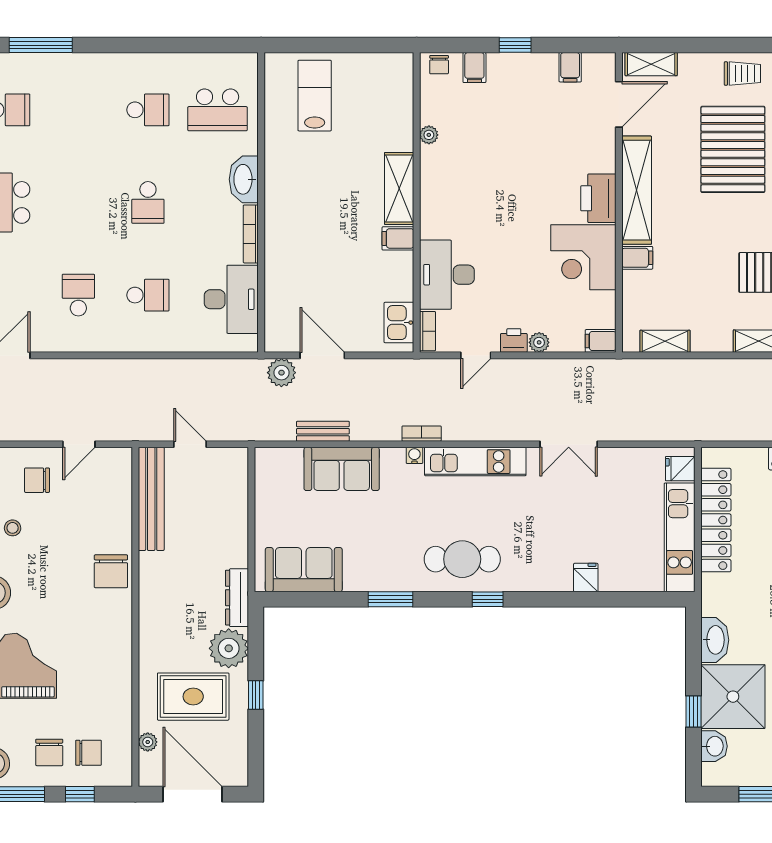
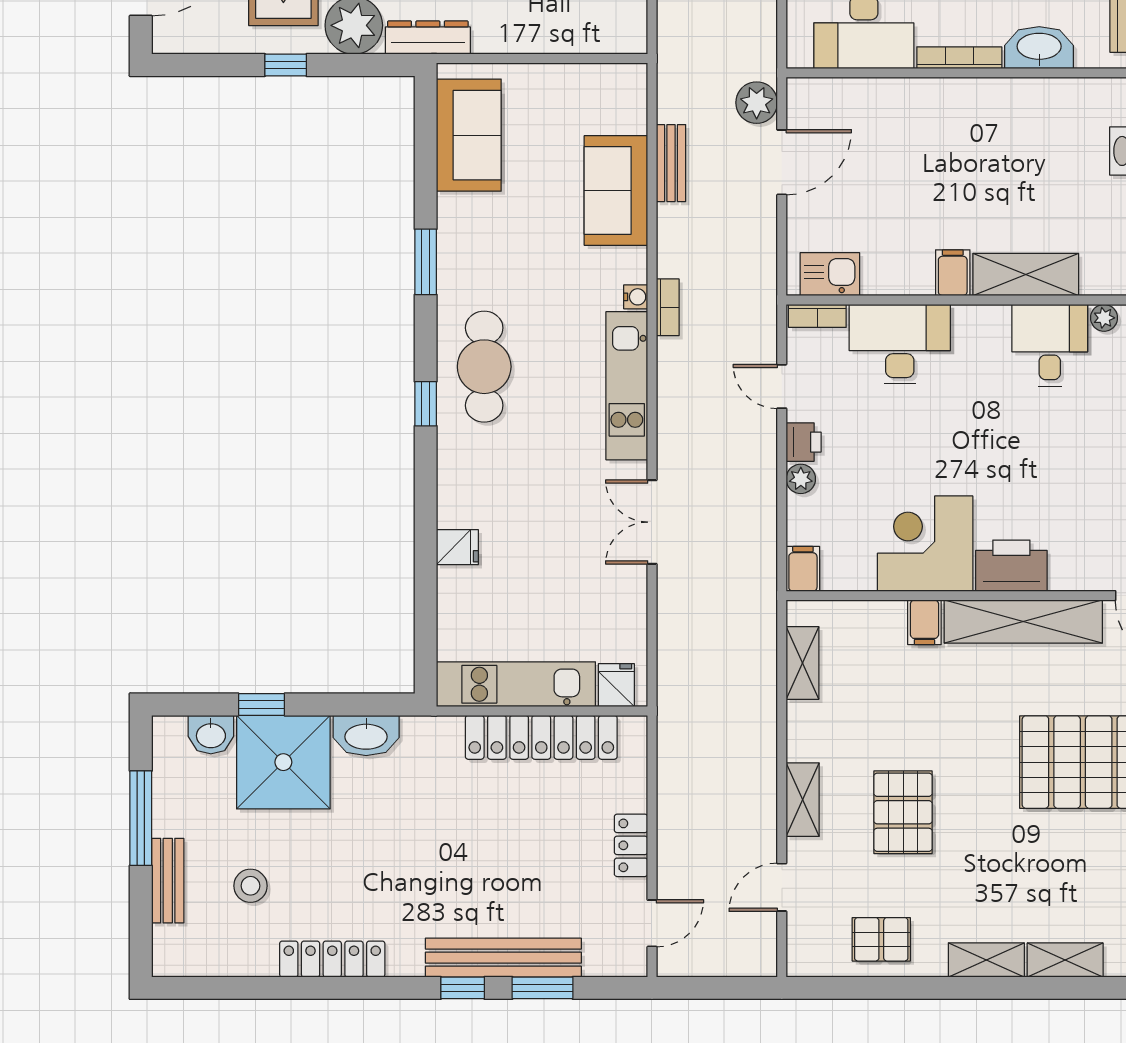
desk: (448, 172) -> (1050, 345), added

